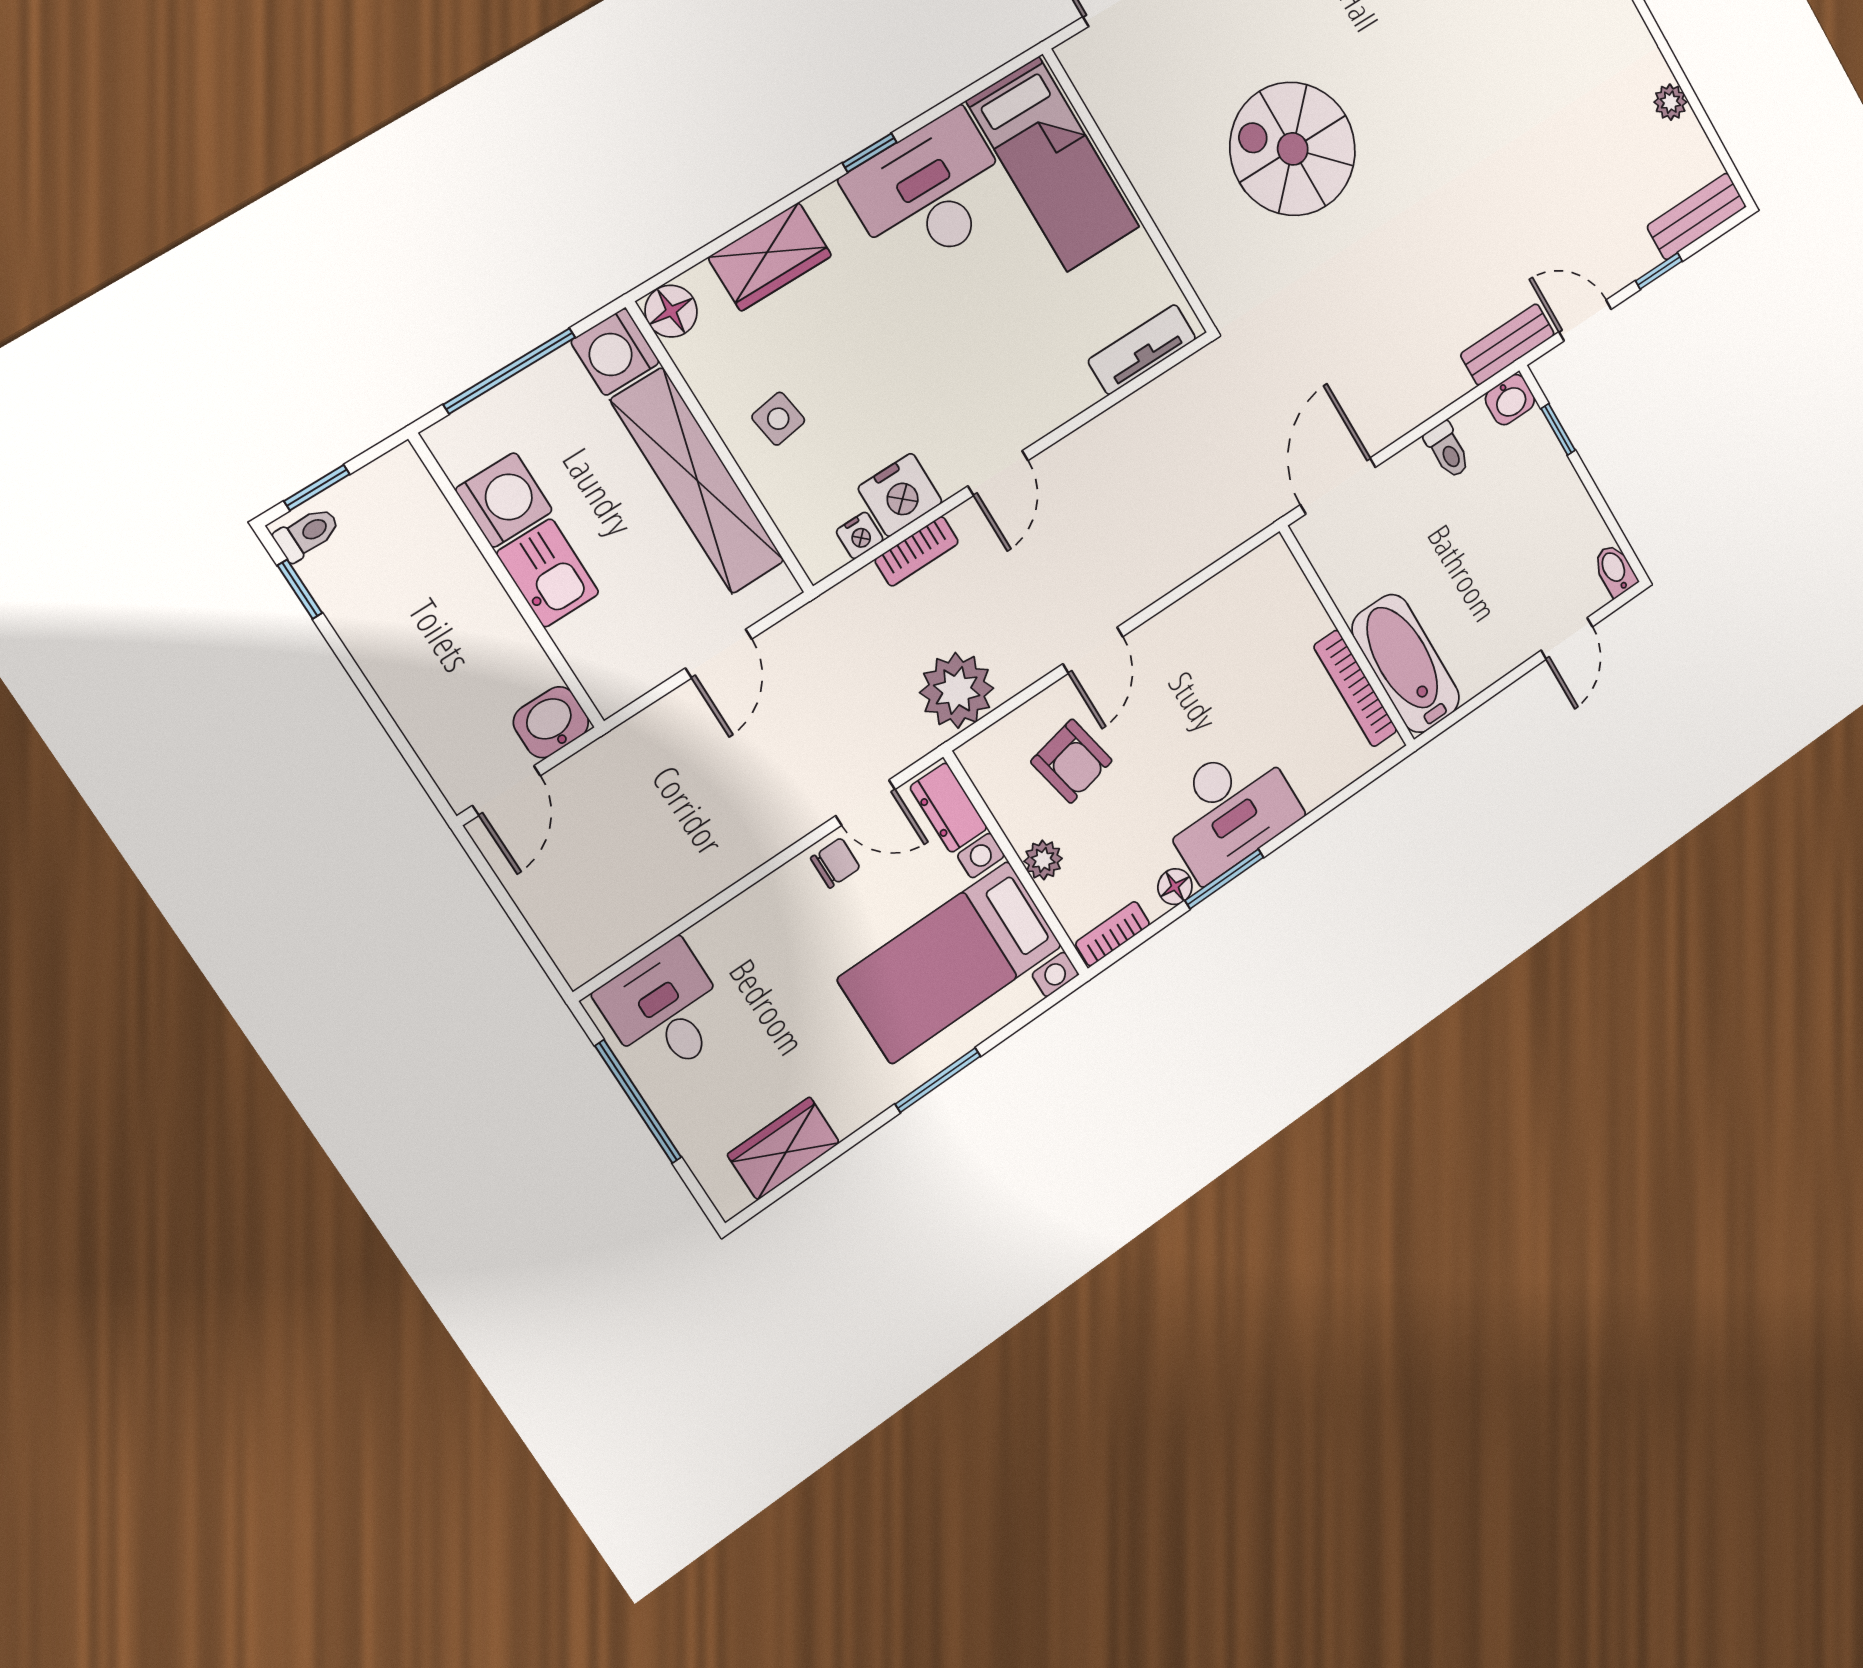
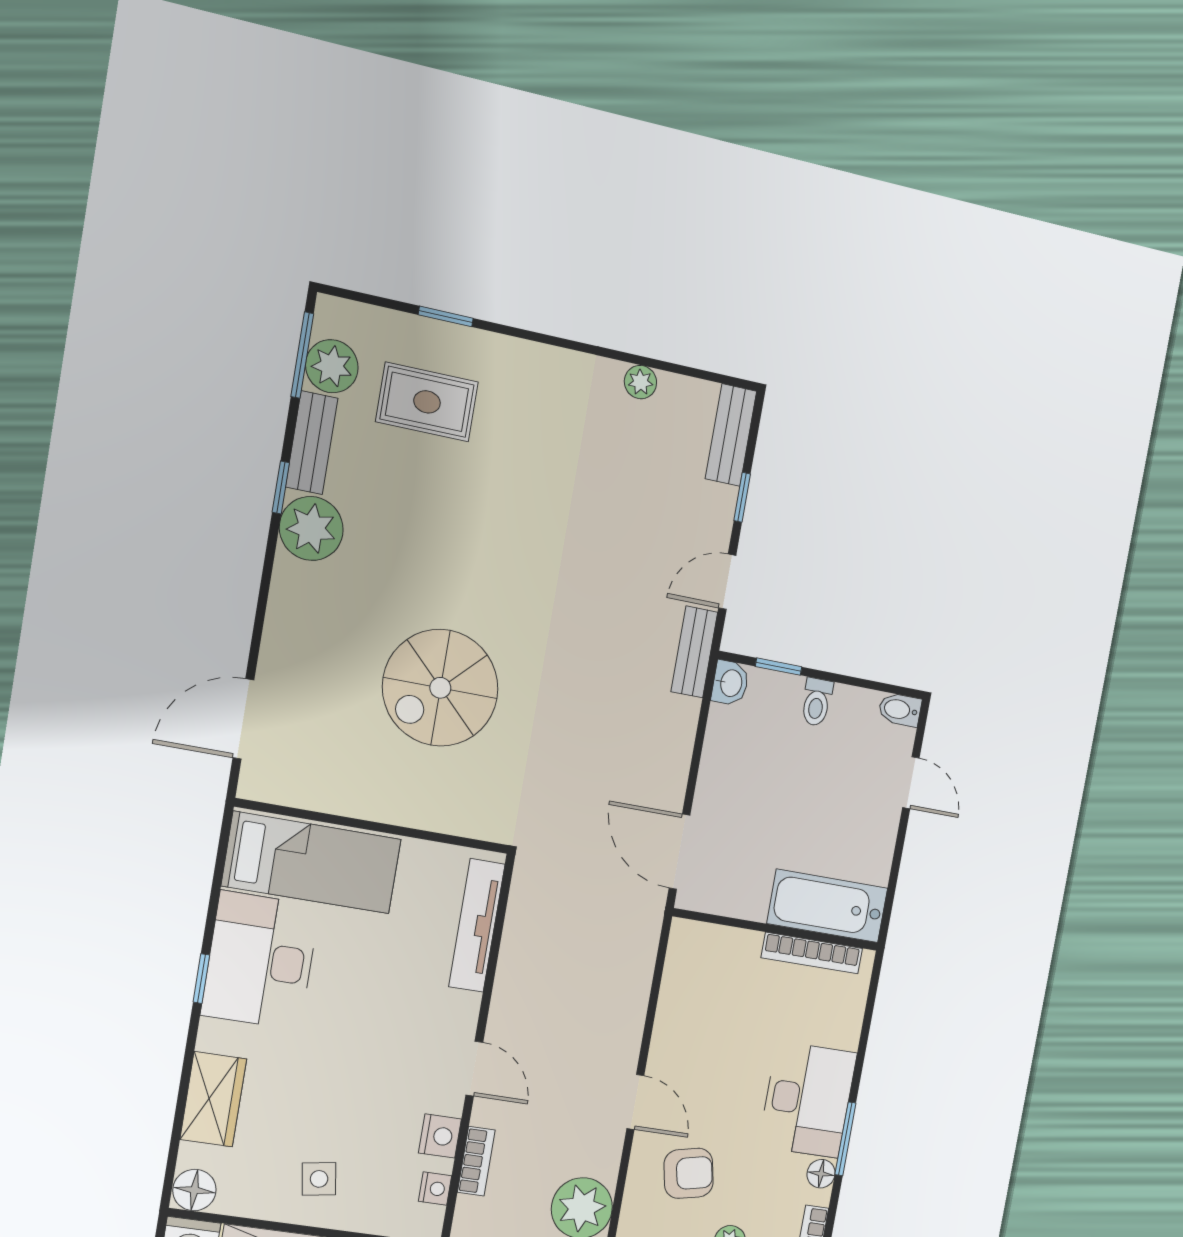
tv unit: (1142, 349) -> (477, 925), width x1.41
toilet: (1447, 450) -> (817, 702), moved, turned 90
nightstand: (900, 495) -> (440, 1136), width x0.74, depth x0.75

